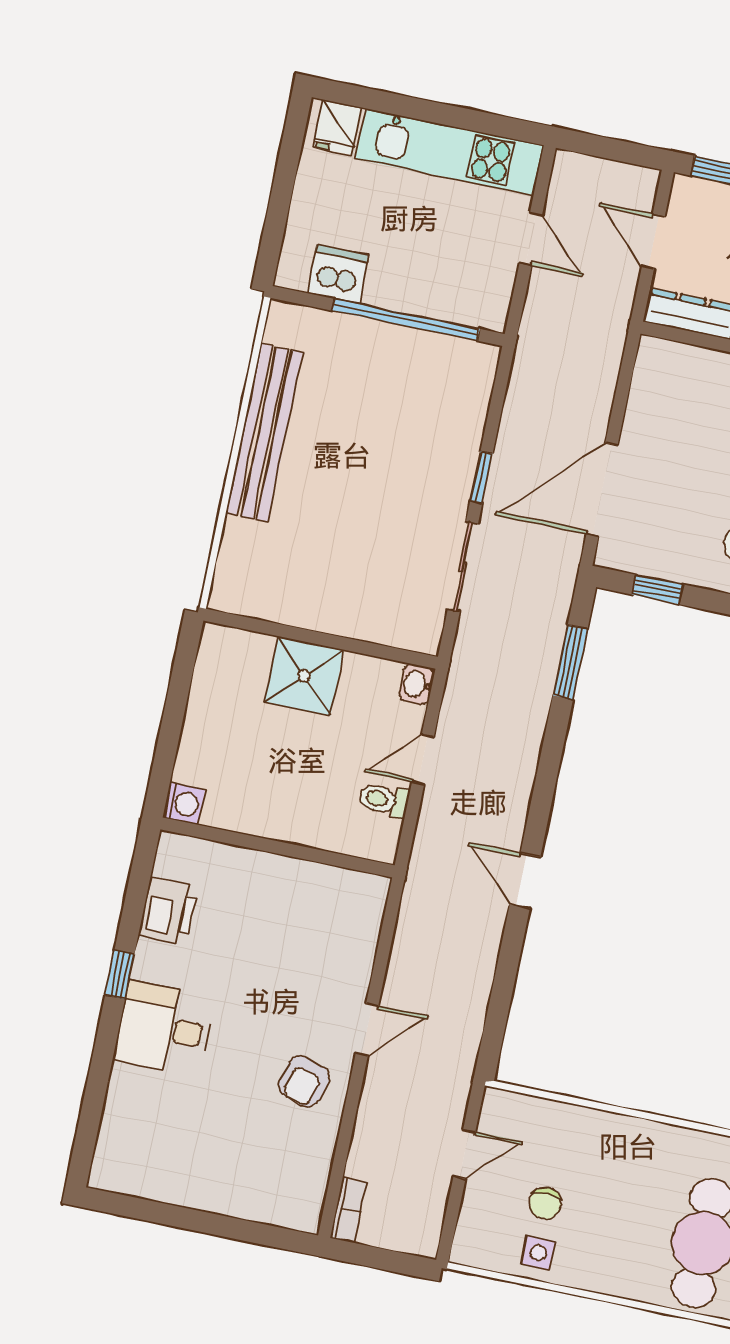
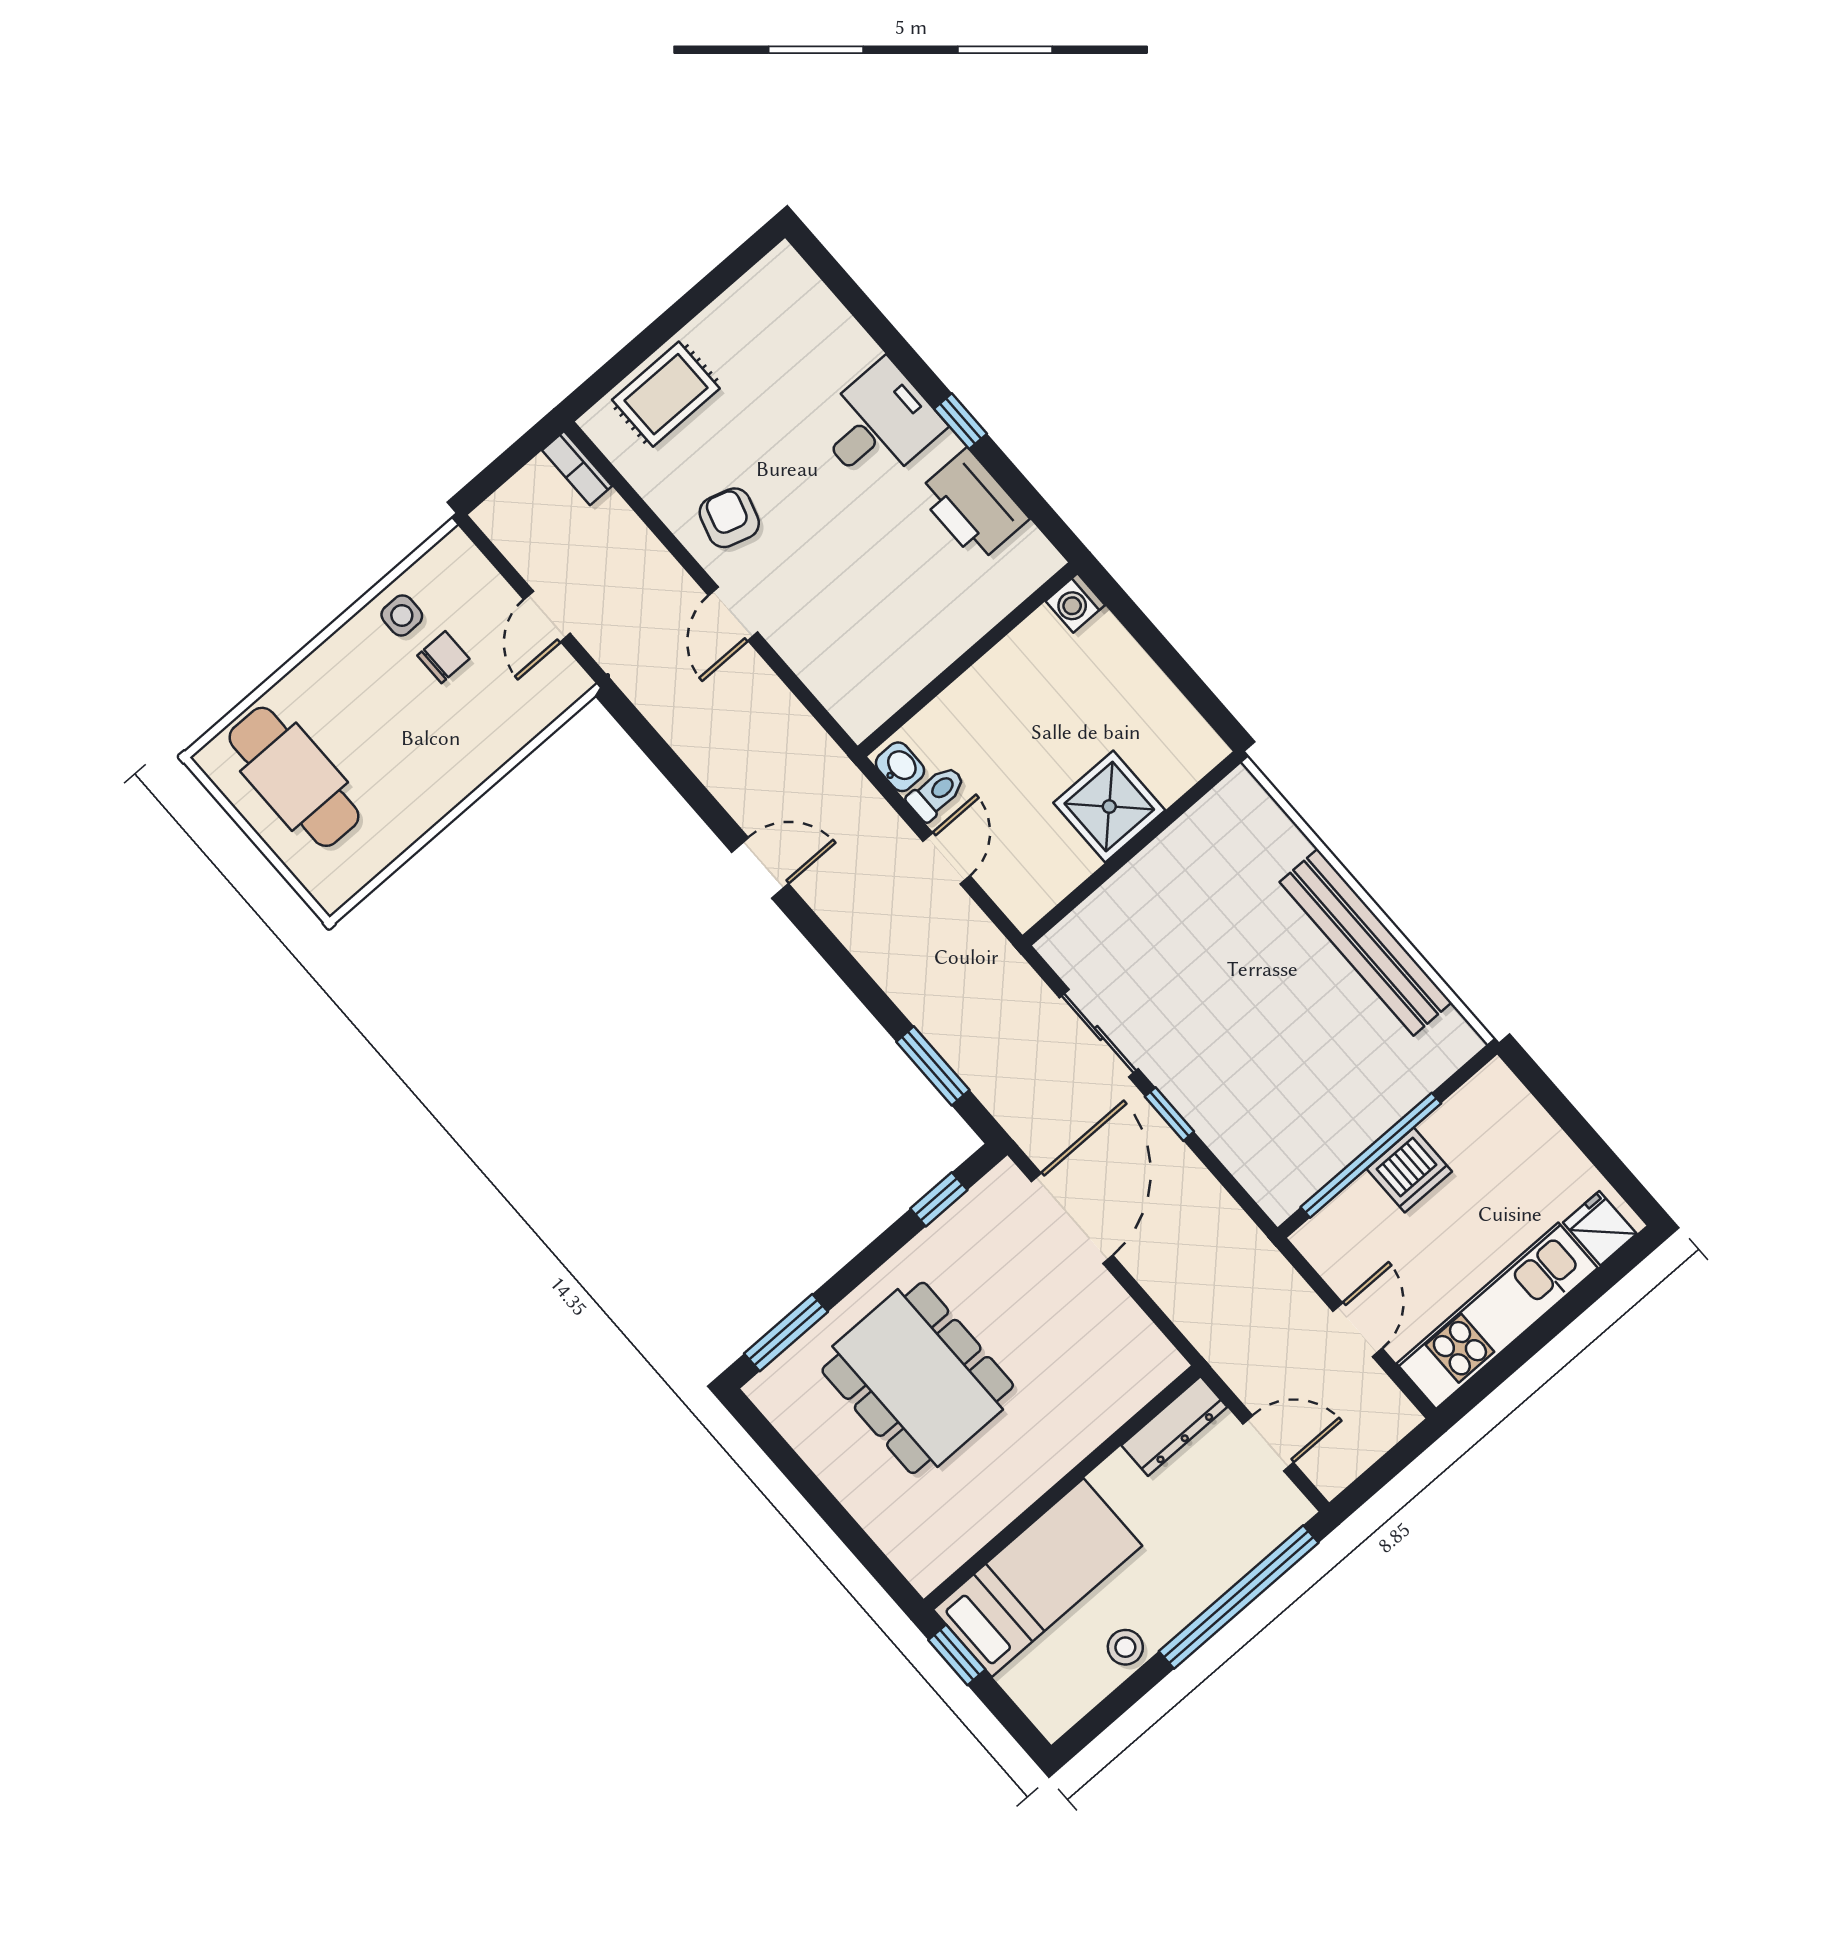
door: (531, 239) -> (1357, 1330), swing flipped
dishwasher: (338, 274) -> (1409, 1170), moved
washbasin: (417, 684) -> (900, 767), moved
printer: (168, 911) -> (973, 505), width x1.37, depth x1.19
rug: (253, 1188) -> (666, 394), added
chair: (545, 1203) -> (443, 657), turned 90

